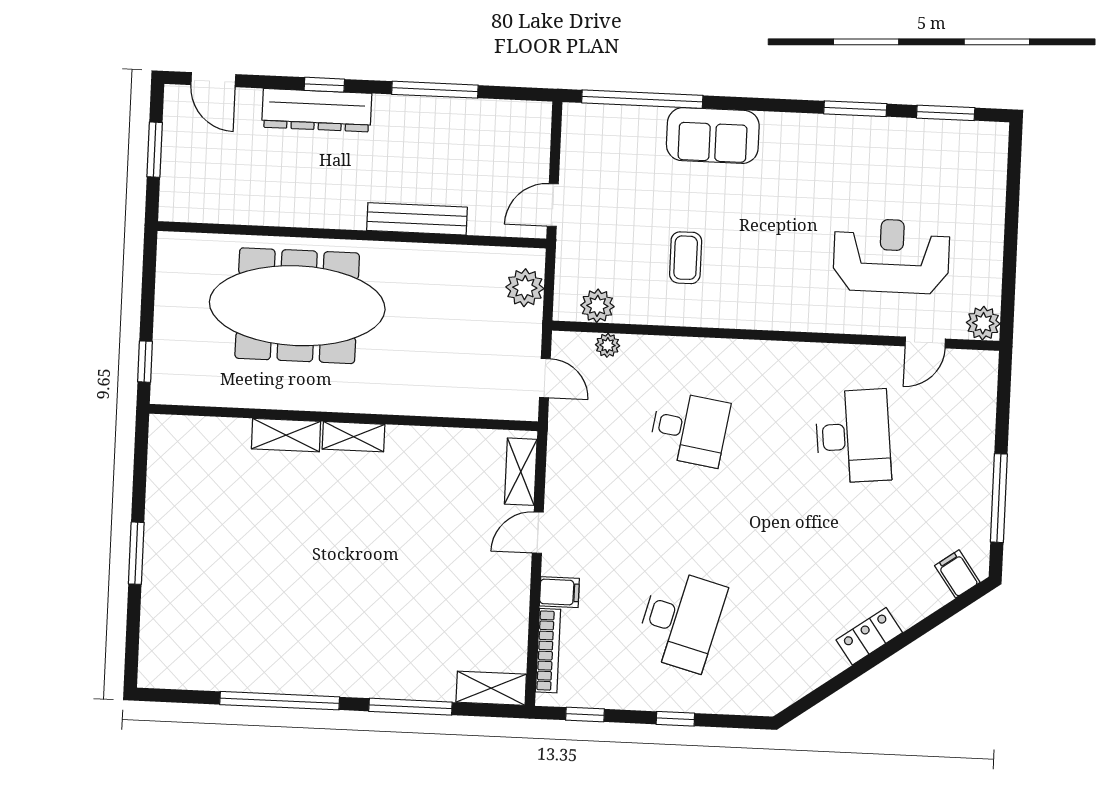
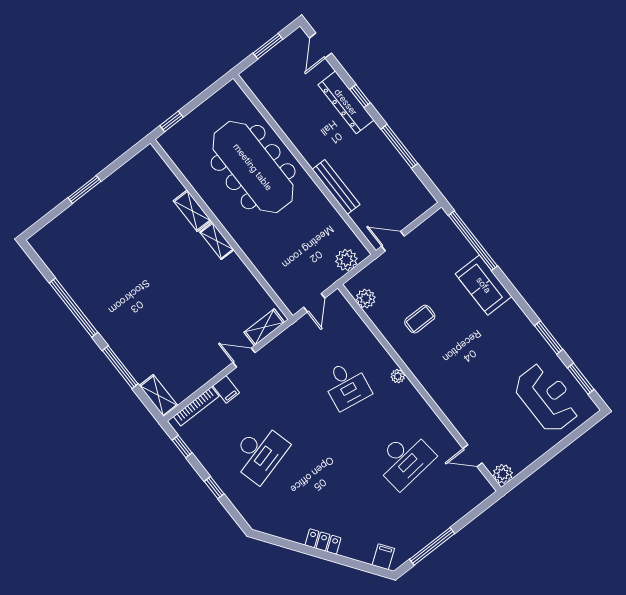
reception desk: (891, 256) -> (547, 398), moved
plant: (608, 345) -> (398, 376), moved
desk: (681, 620) -> (259, 453), turned -30

